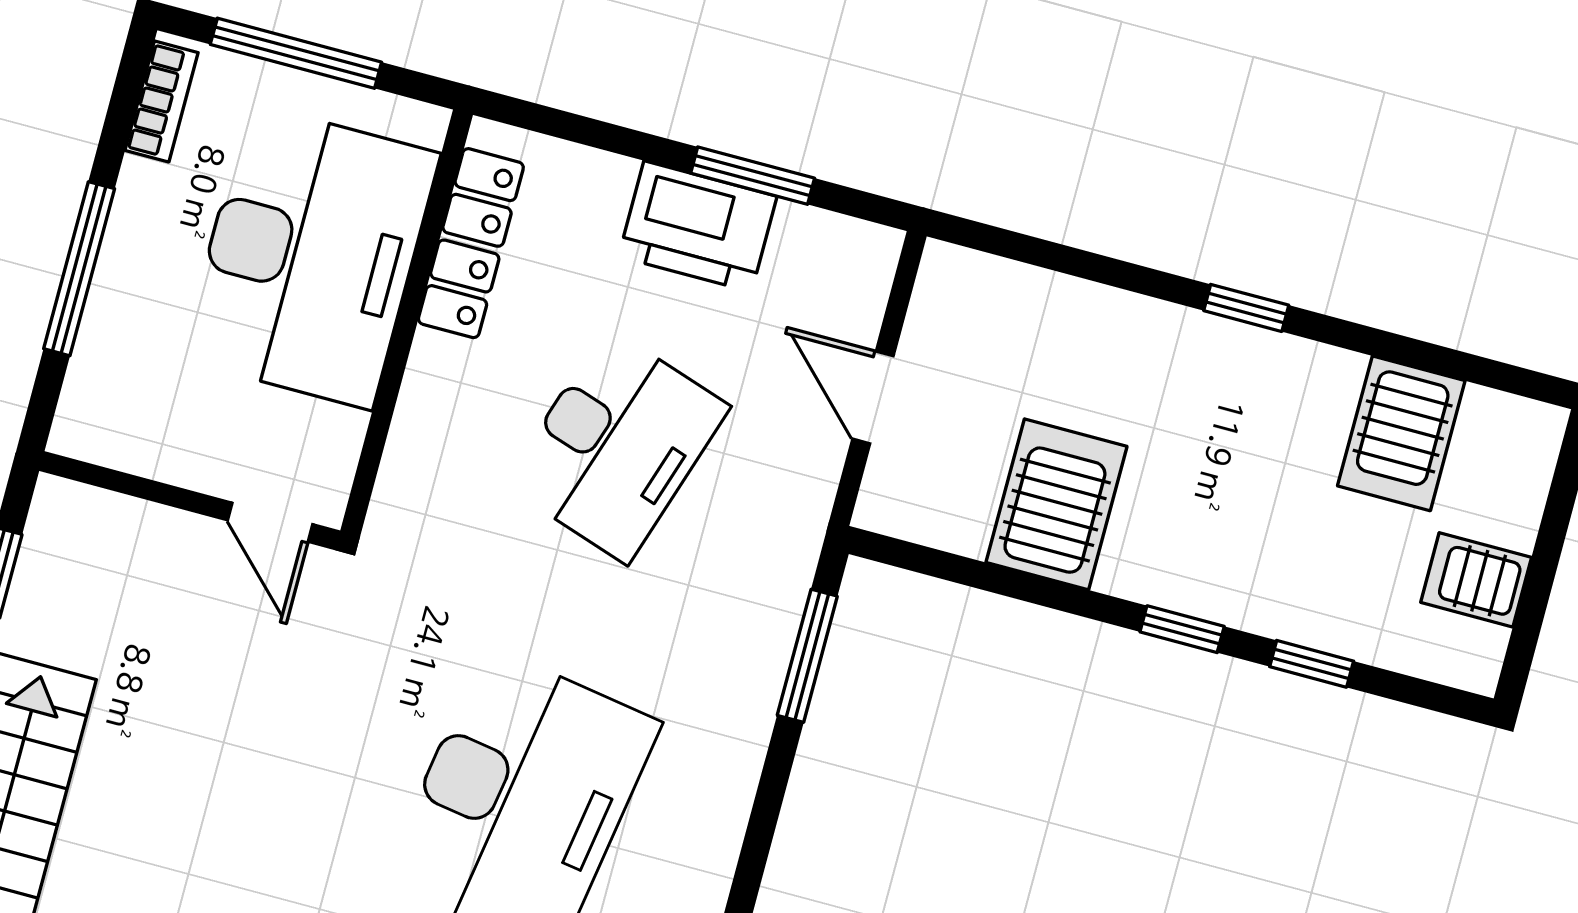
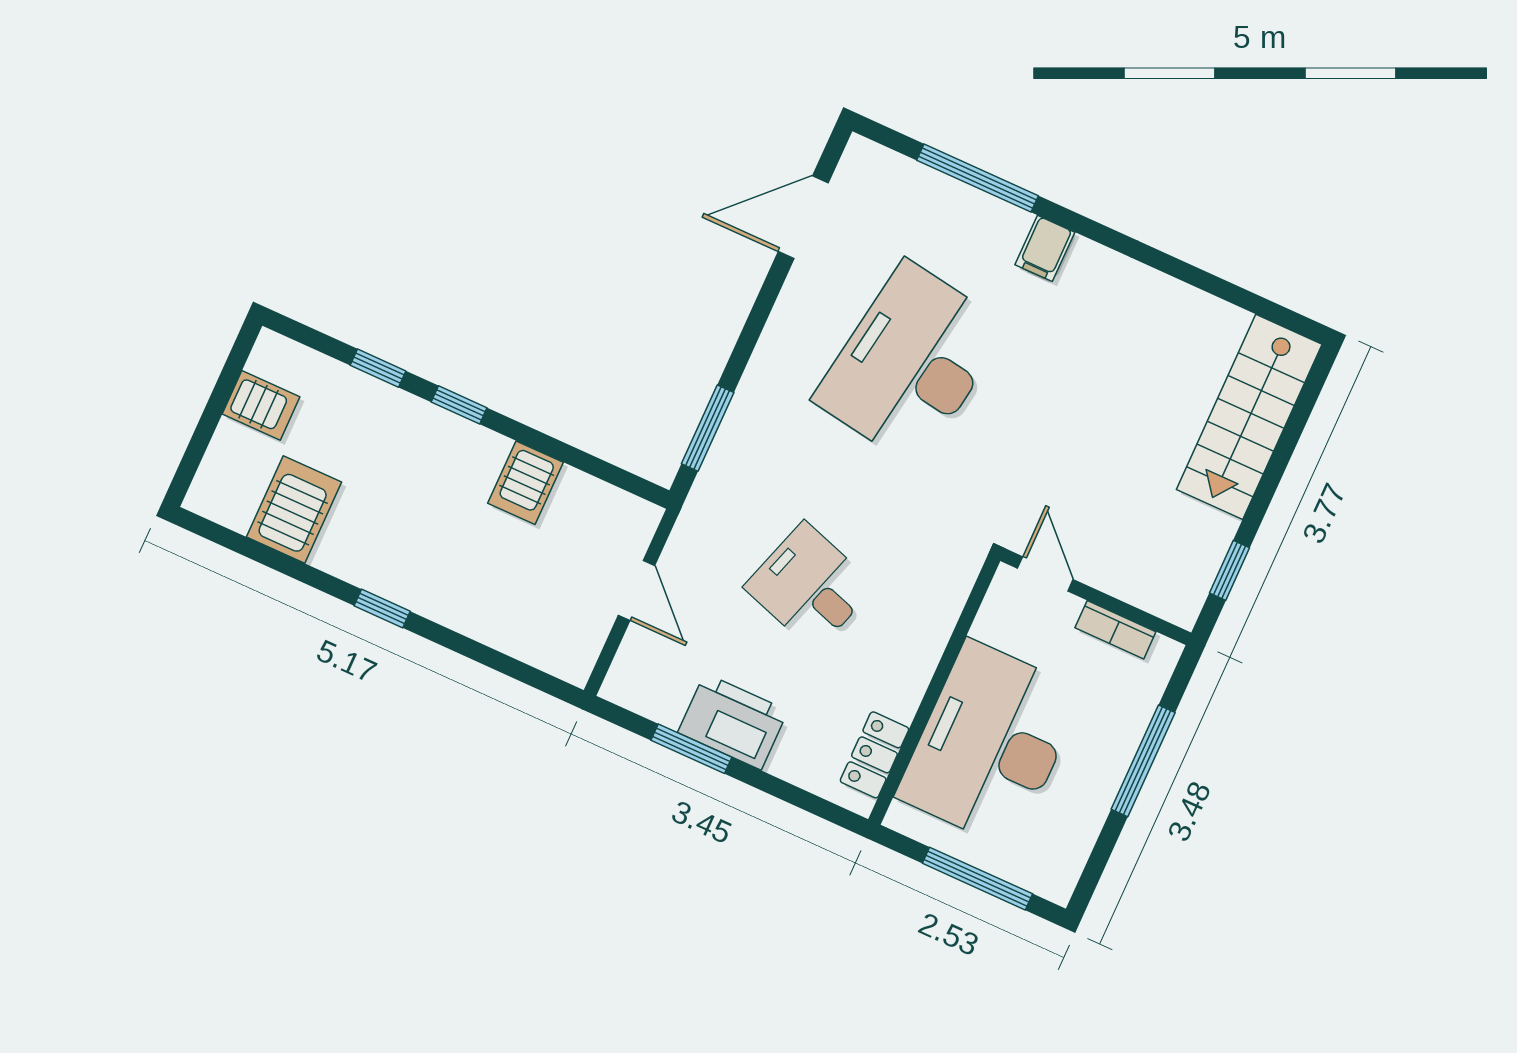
bookcase: (162, 101) -> (1115, 630), moved, turned -90
locker: (471, 243) -> (874, 755), width x0.66
desk: (617, 446) -> (810, 587), width x0.73
server rack: (1056, 504) -> (526, 483), width x0.73, depth x0.70

